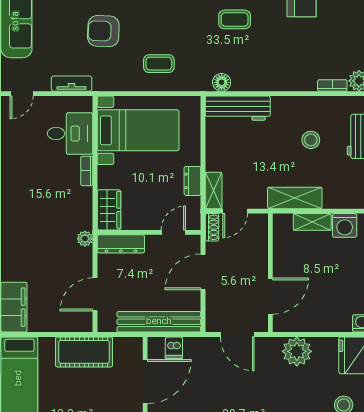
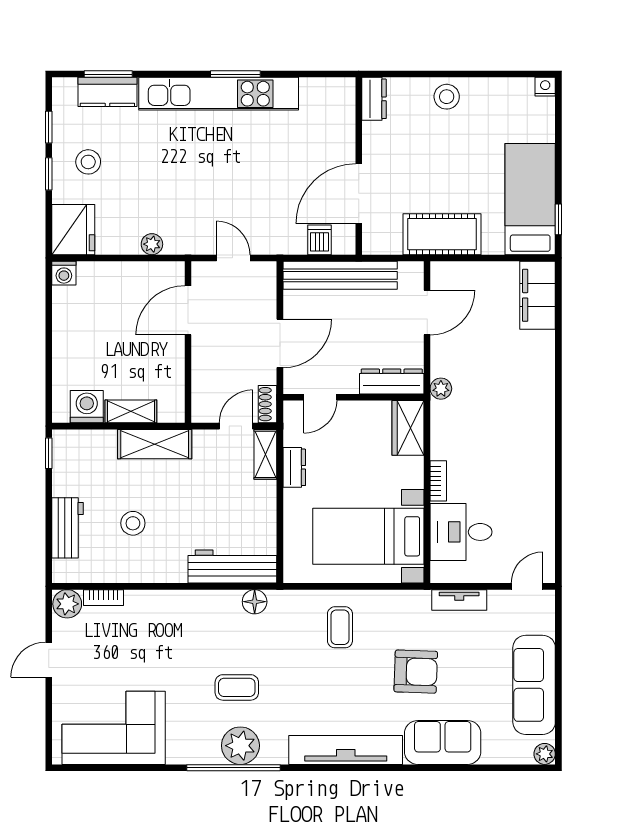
coffee table: (159, 64) -> (340, 627), turned 90
door: (237, 334) -> (233, 258), width x0.73
plant: (297, 351) -> (152, 244), width x0.53, depth x0.53

